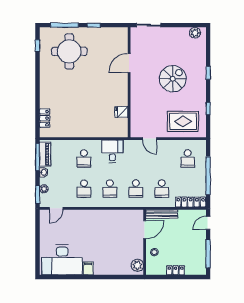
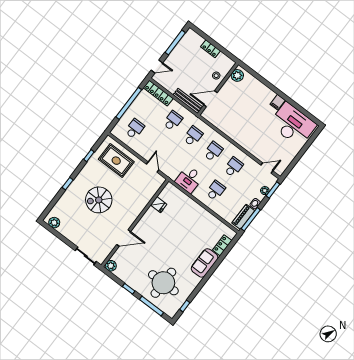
plant: (122, 33) -> (111, 266), added
sofa: (48, 93) -> (205, 263), added

